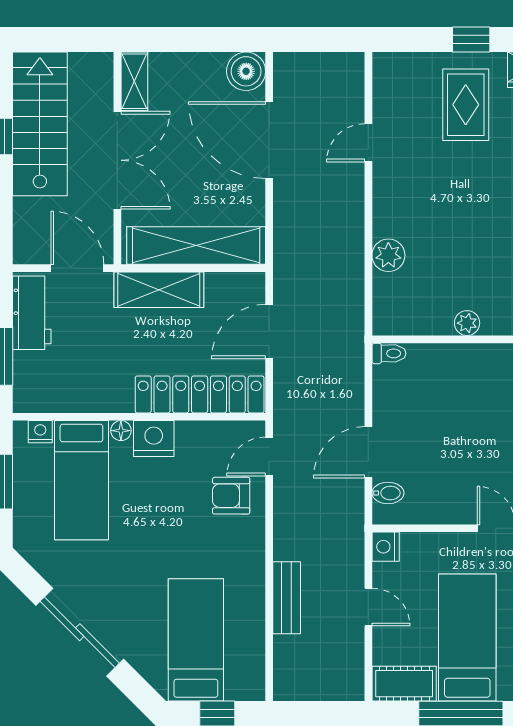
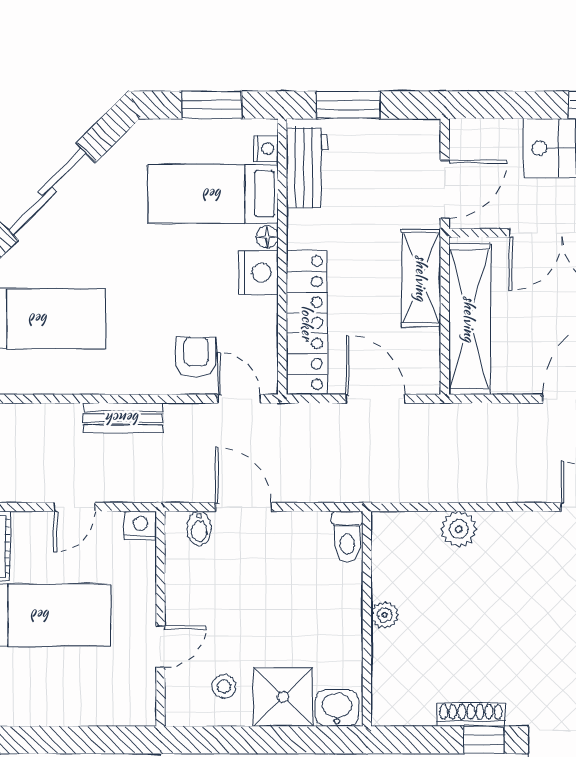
workbench: (32, 313) -> (307, 168), moved, turned -90
toilet: (389, 353) -> (347, 537), width x1.37, depth x1.39
bench: (287, 598) -> (123, 418), moved

